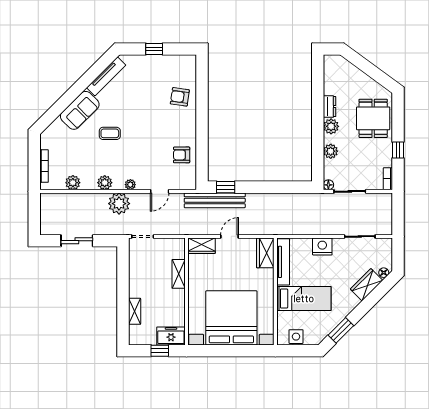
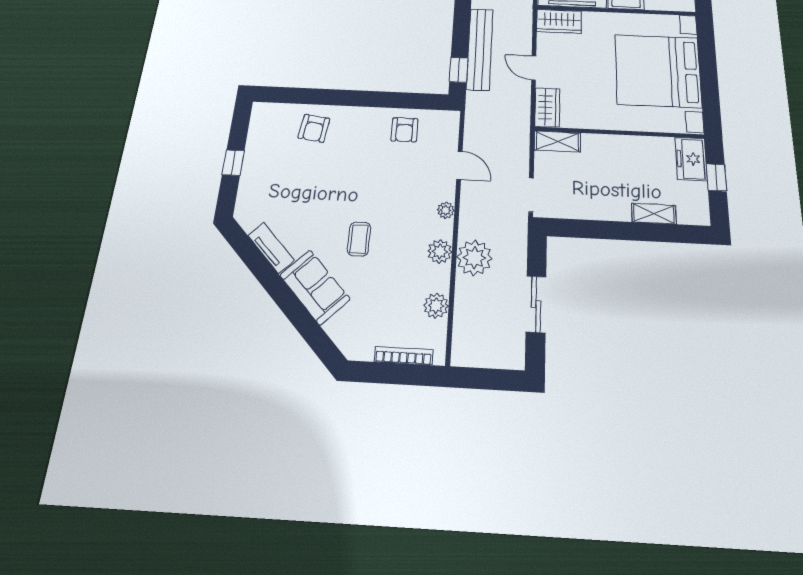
tv unit: (106, 76) -> (271, 248), width x0.71
bench: (215, 200) -> (480, 49), moved
plant: (119, 204) -> (474, 258), moved
shelving: (179, 274) -> (557, 141), moved

